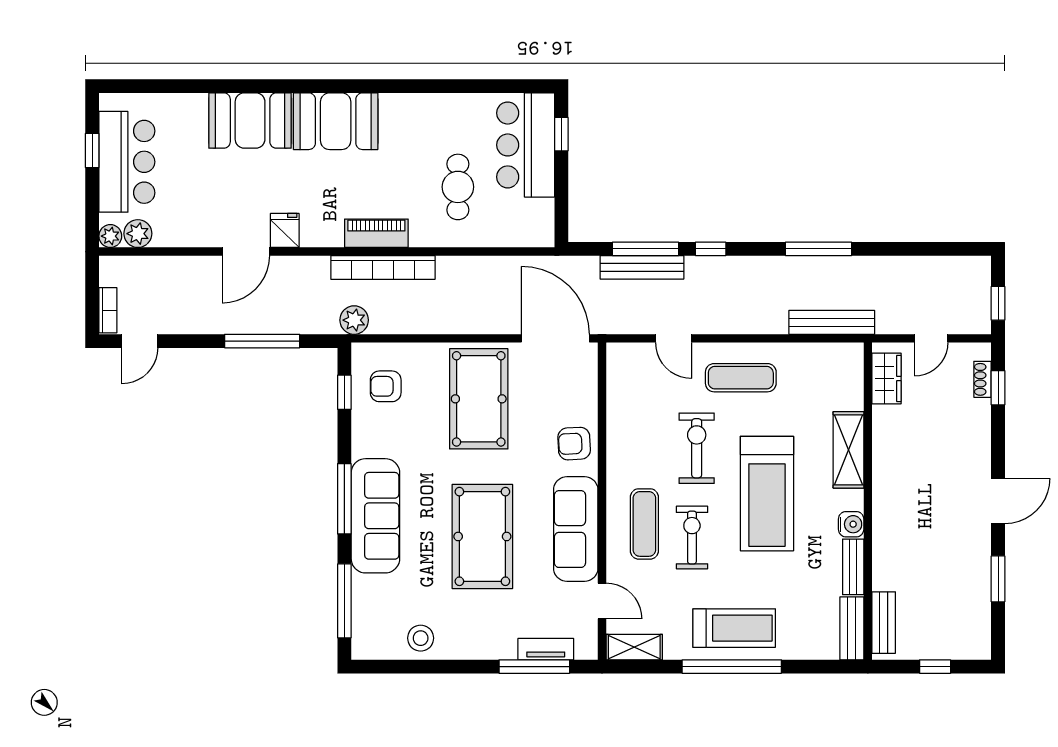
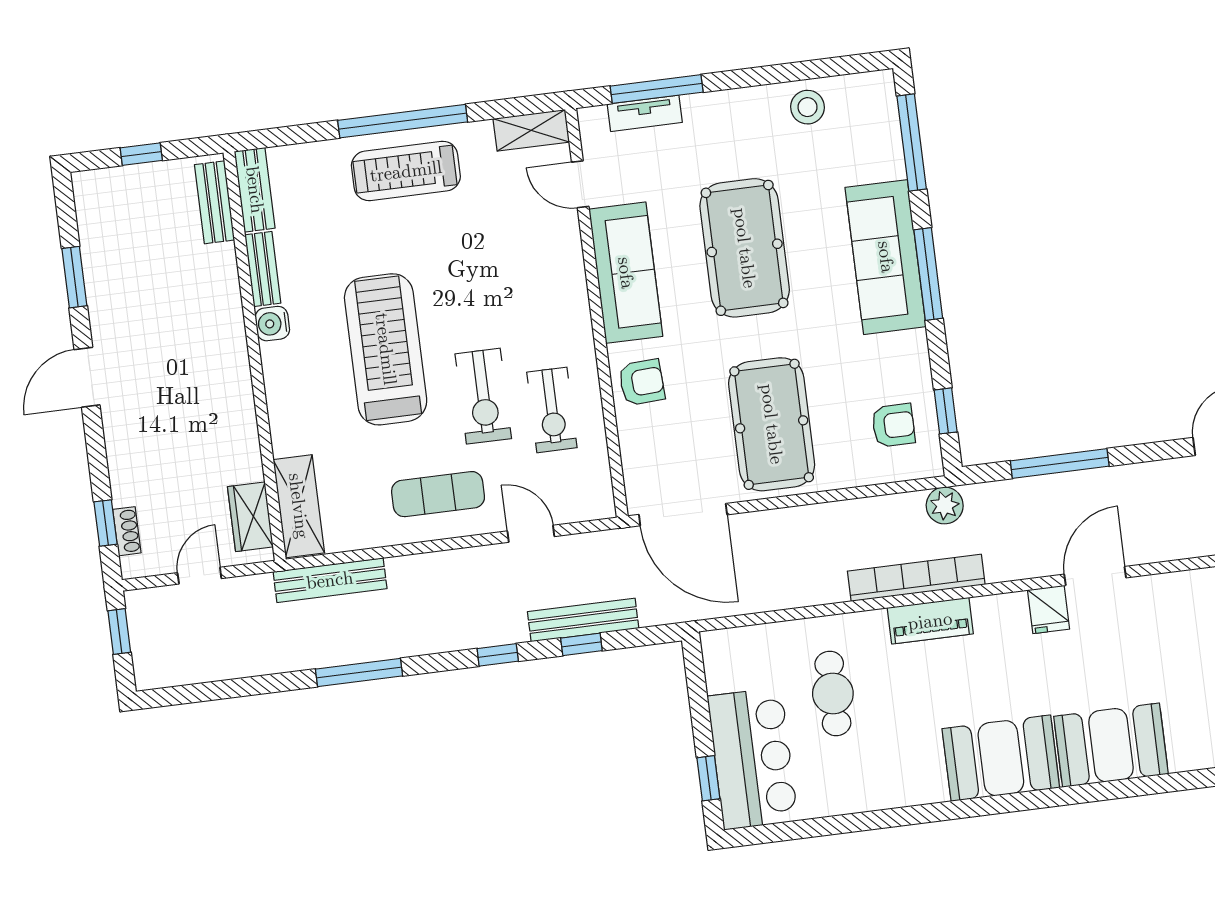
window: (646, 249) -> (581, 644), width x0.46
shelving: (848, 450) -> (299, 506), moved
exercise mat: (644, 524) -> (538, 290), removed
exercise bike: (692, 537) -> (552, 410), moved

